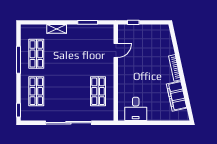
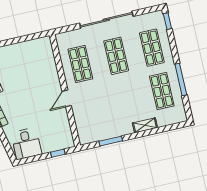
door: (116, 50) -> (67, 98), moved
shop shelf: (67, 91) -> (116, 56), added
desk: (136, 109) -> (26, 143), moved, turned 180

